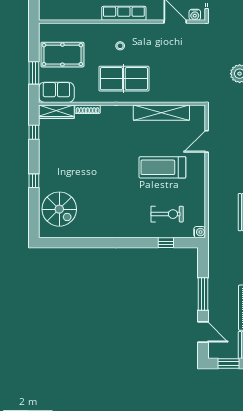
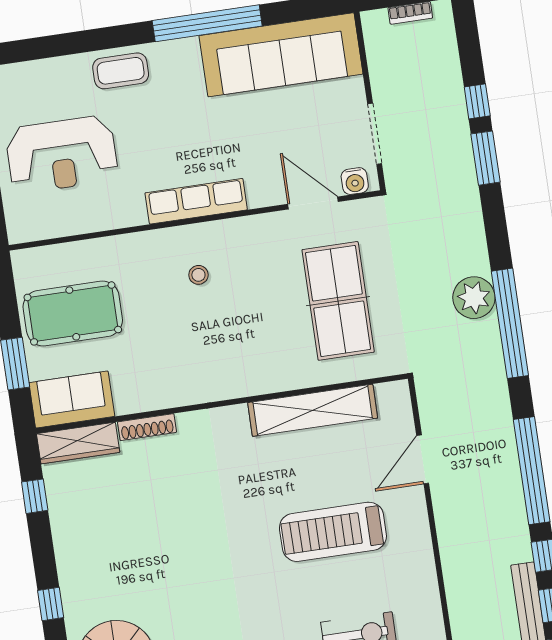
table tennis table: (124, 79) -> (338, 301), moved, turned 90

